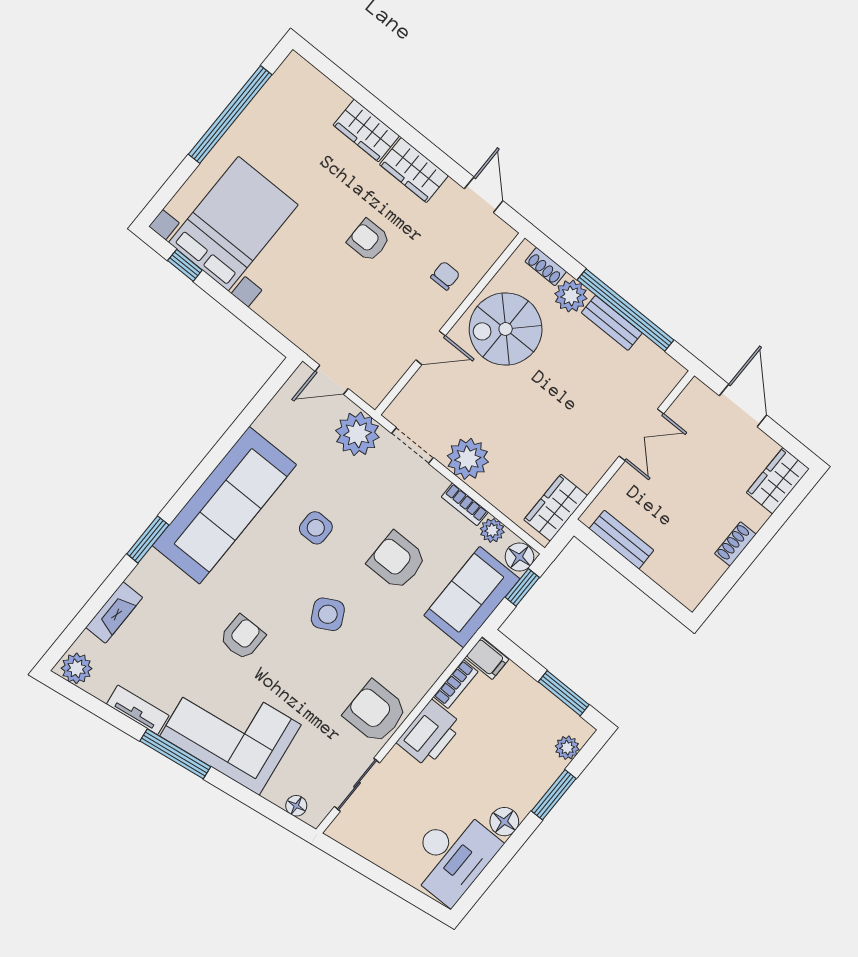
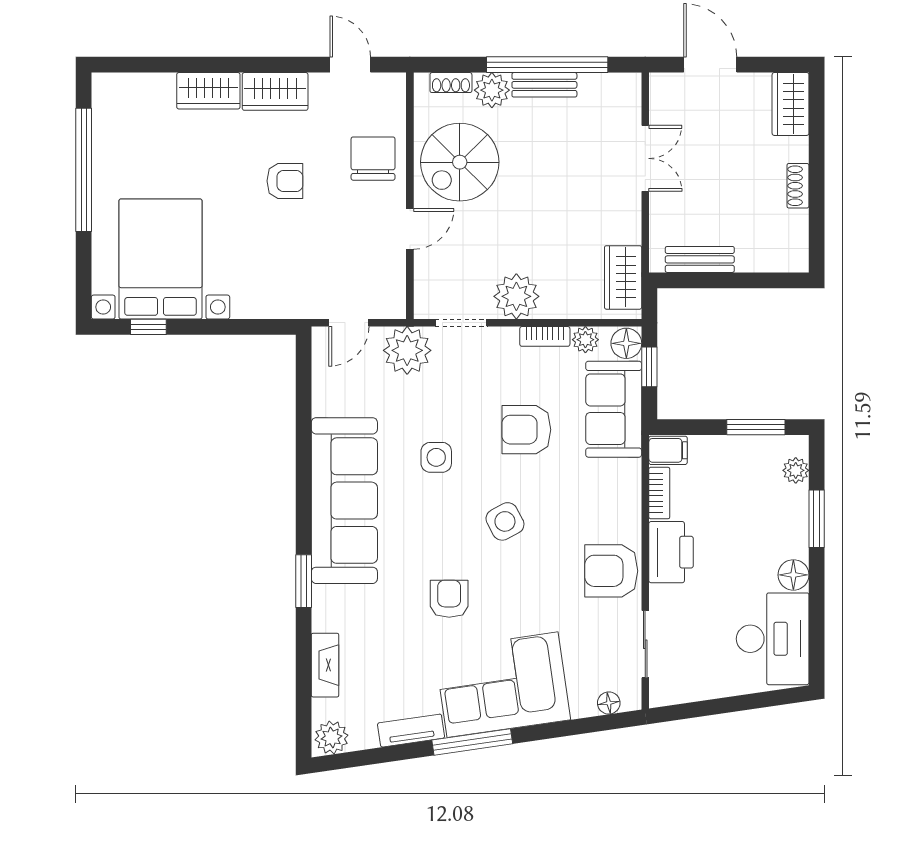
armchair: (369, 240) -> (285, 181), turned 180
chair: (445, 276) -> (373, 159), width x1.87, depth x1.87

